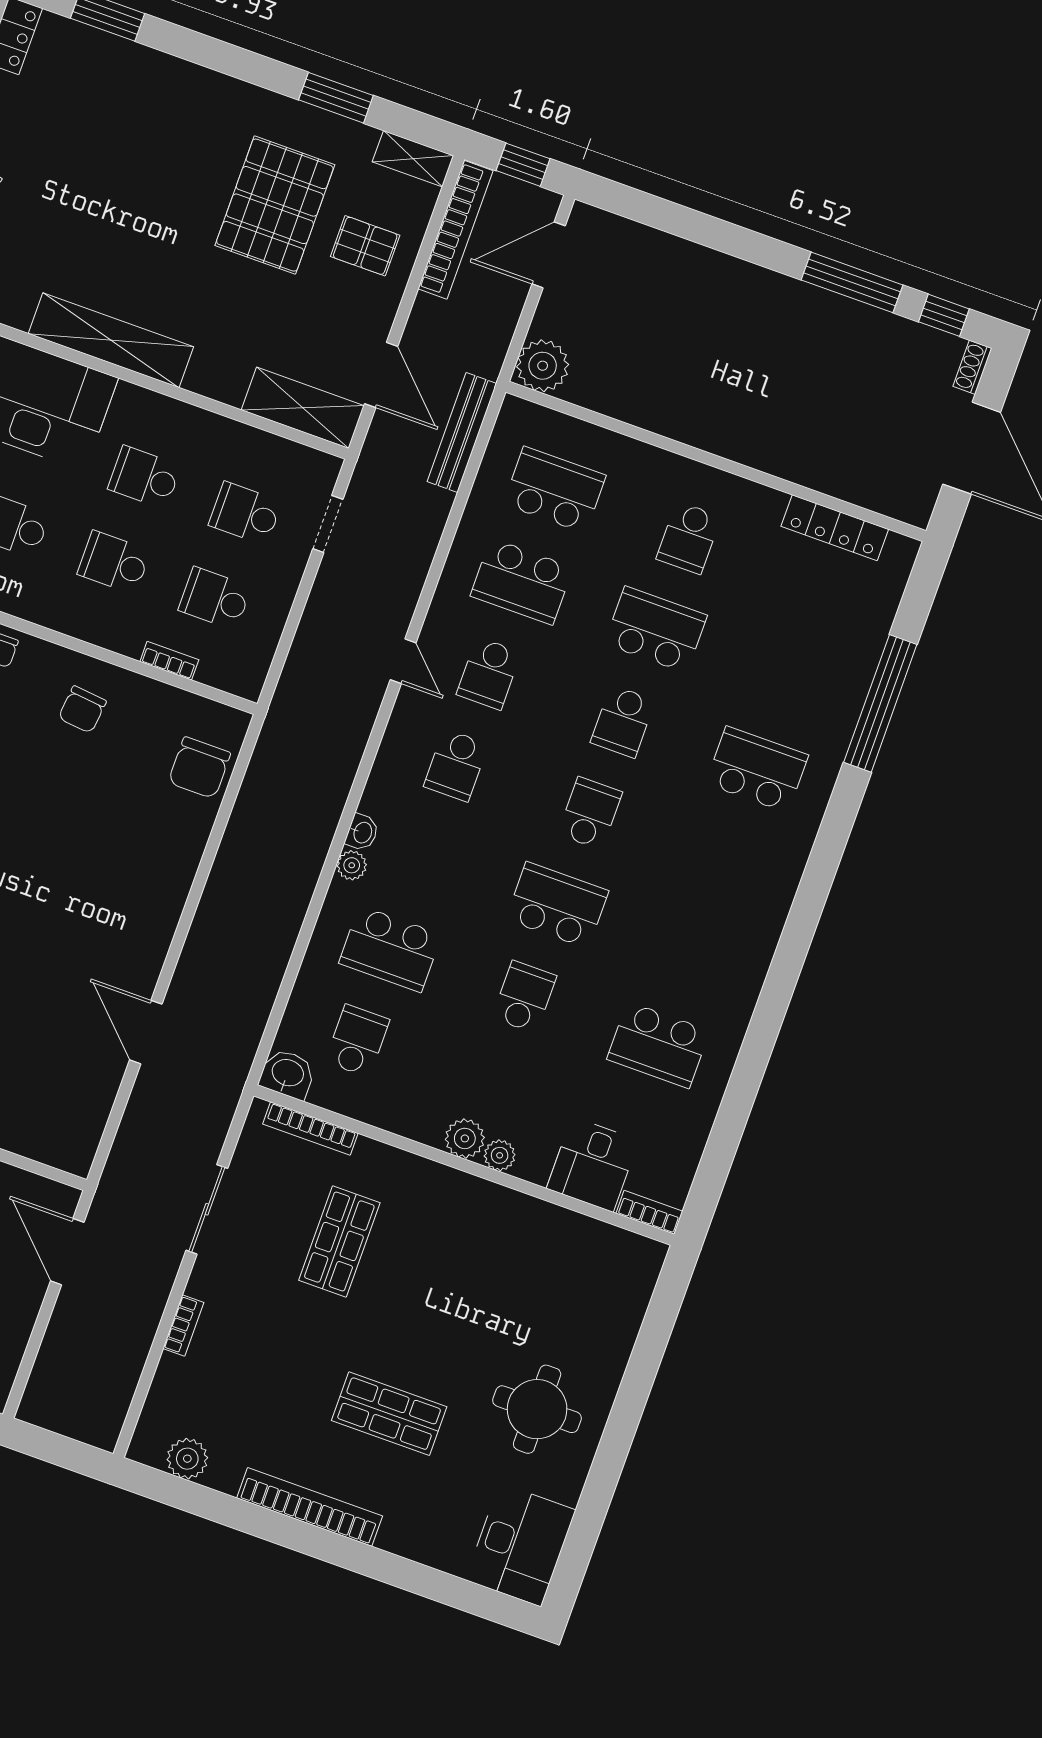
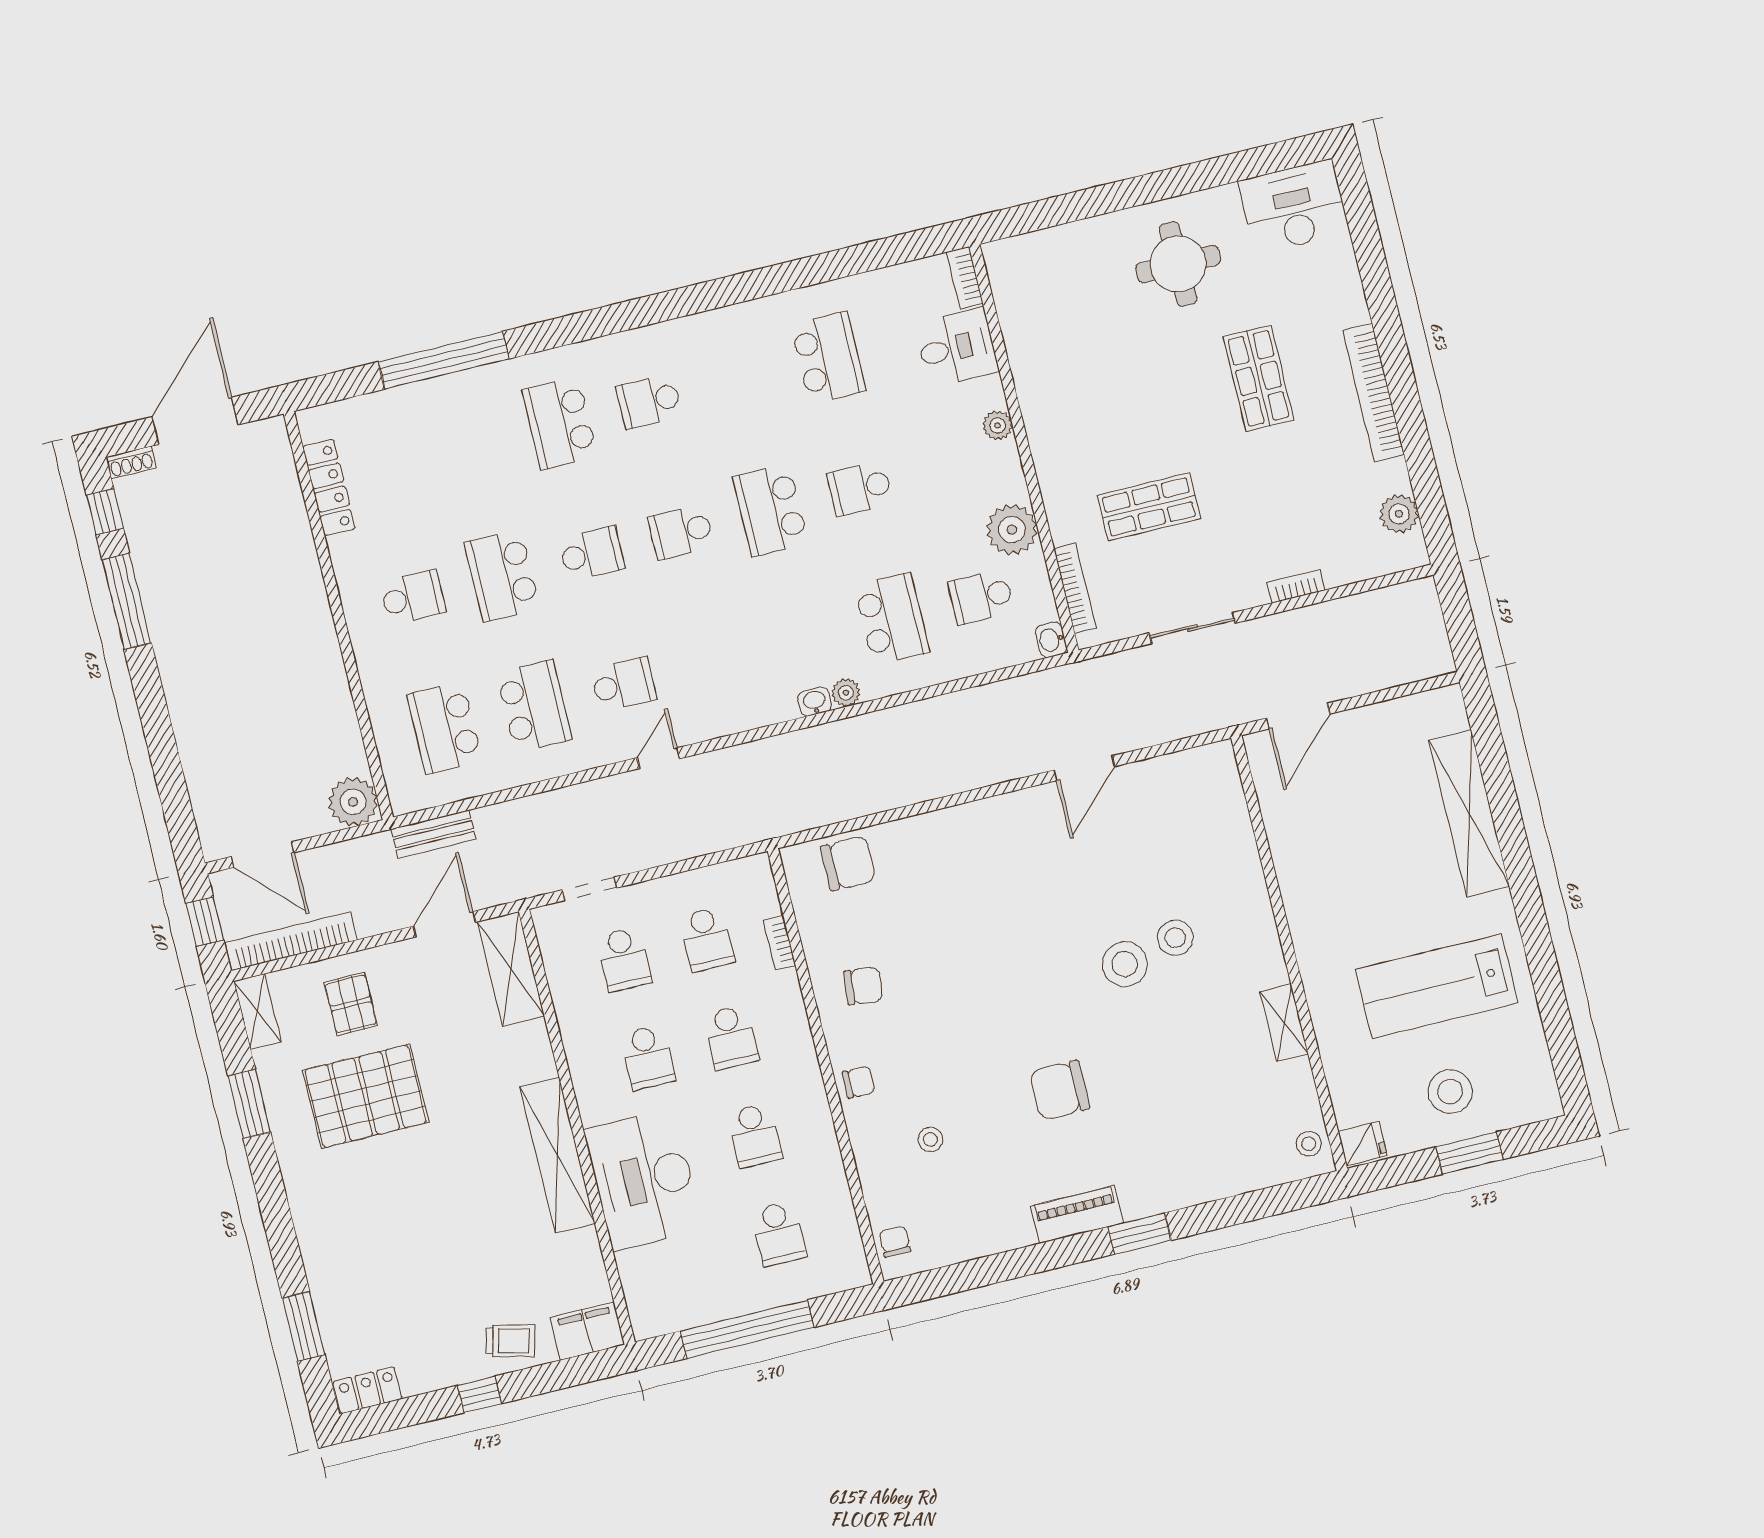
bench: (462, 433) -> (433, 834), width x0.73
school desk: (456, 765) -> (649, 401), moved, turned 180
washbasin: (287, 1074) -> (1051, 640), width x0.72, depth x0.69
plant: (465, 1138) -> (1012, 530), moved, width x1.36, depth x1.36

